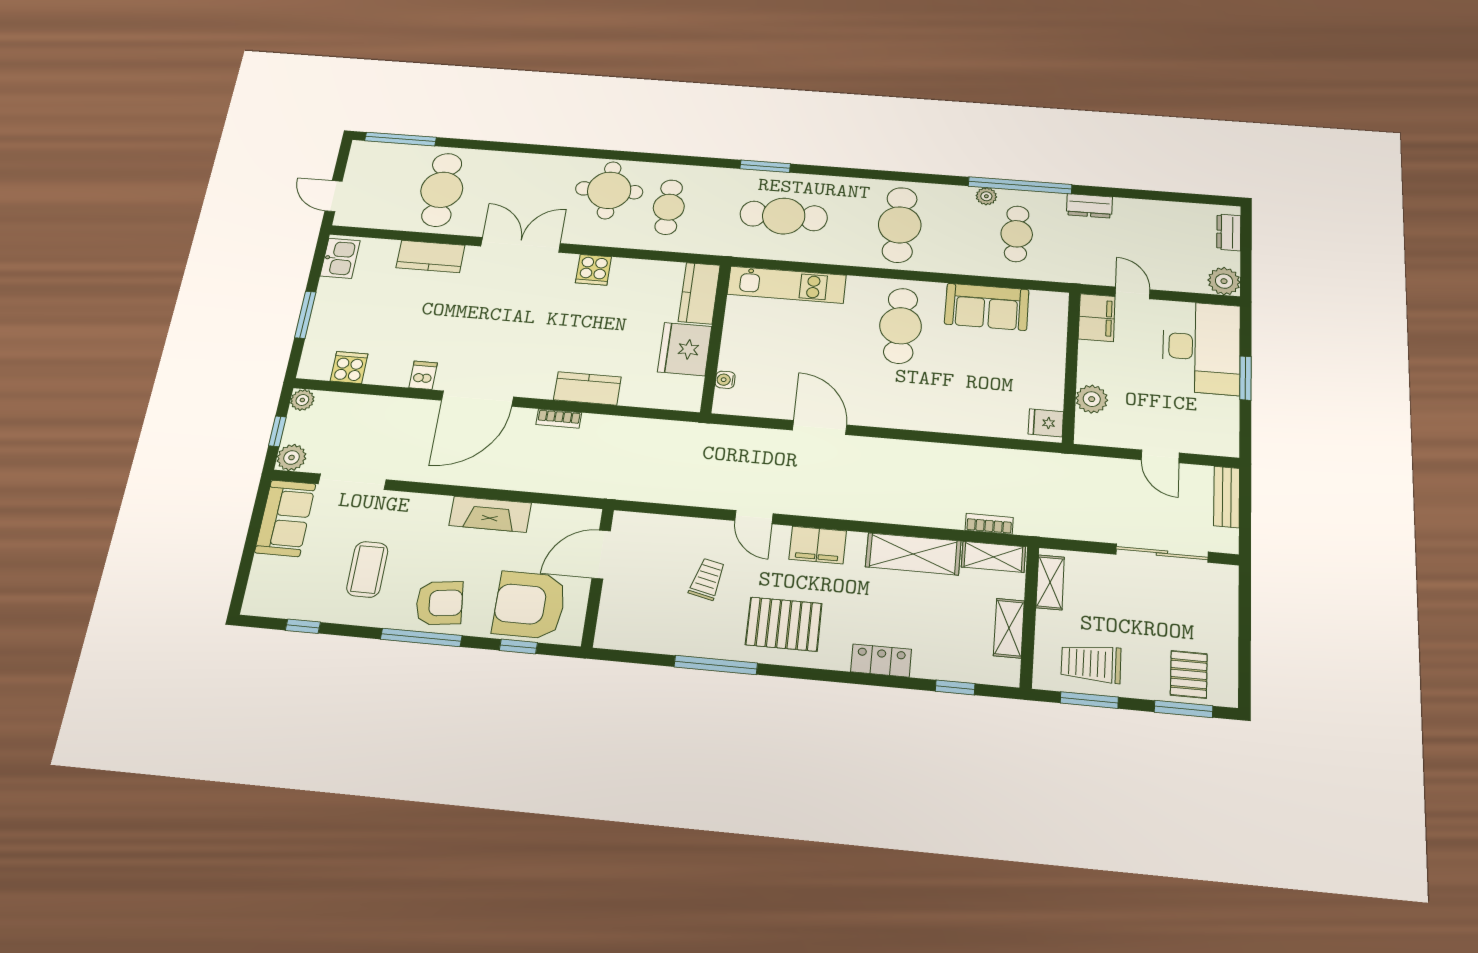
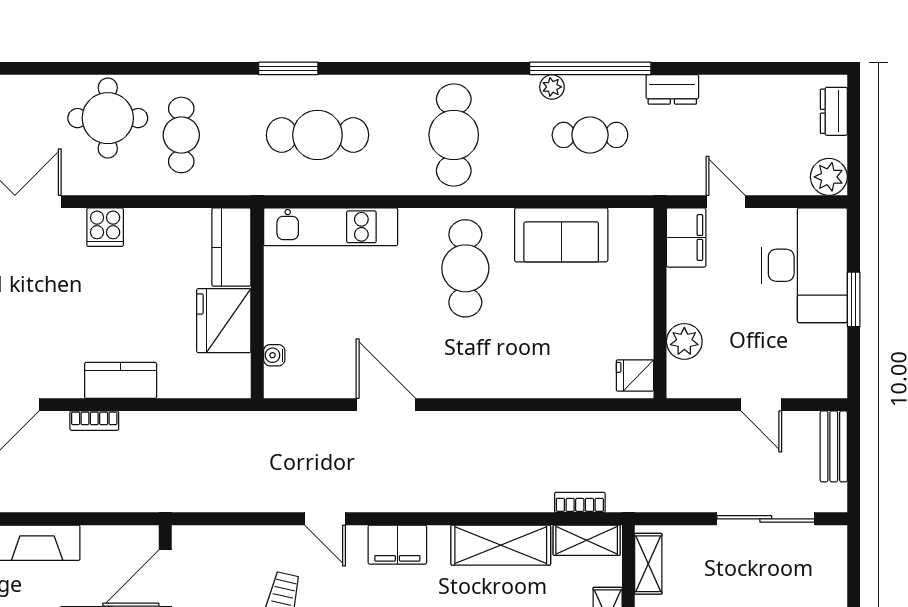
cafe table: (1017, 234) -> (590, 135), turned 90

